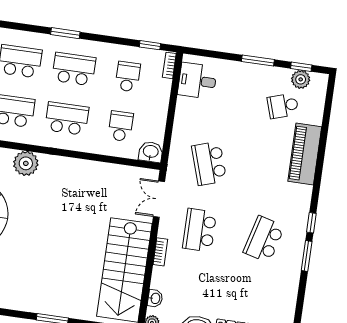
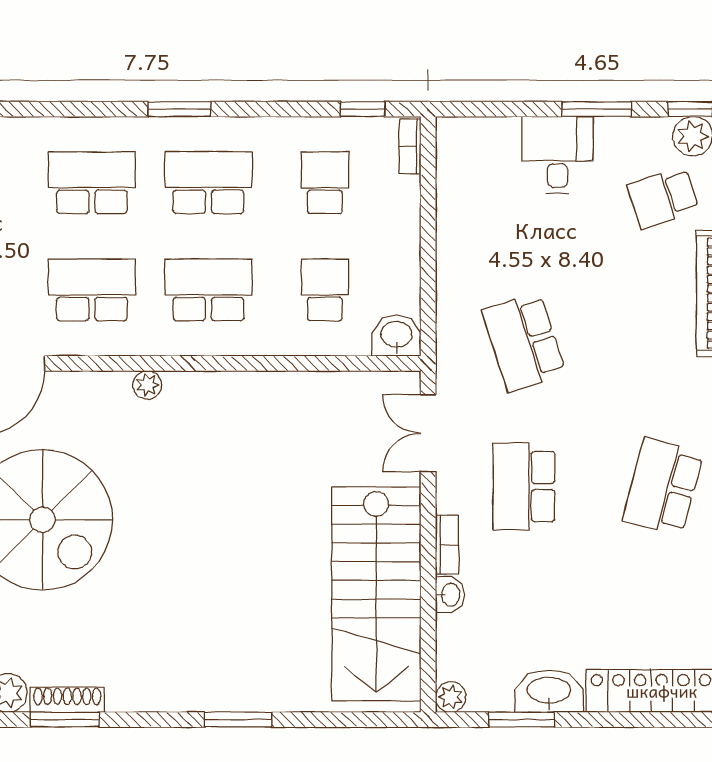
desk: (197, 81) -> (557, 155), moved, turned 90
plant: (26, 163) -> (147, 385), width x0.53, depth x0.53
washbasin: (155, 298) -> (450, 595), moved

